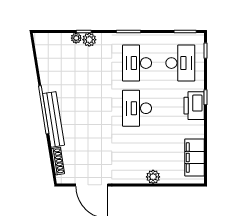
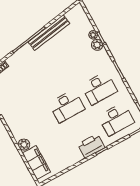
desk: (137, 63) -> (99, 88), turned 180
desk: (137, 108) -> (67, 106), turned 180
bench: (53, 119) -> (49, 33), moved
filing cabinet: (195, 157) -> (36, 163), moved, turned 90

